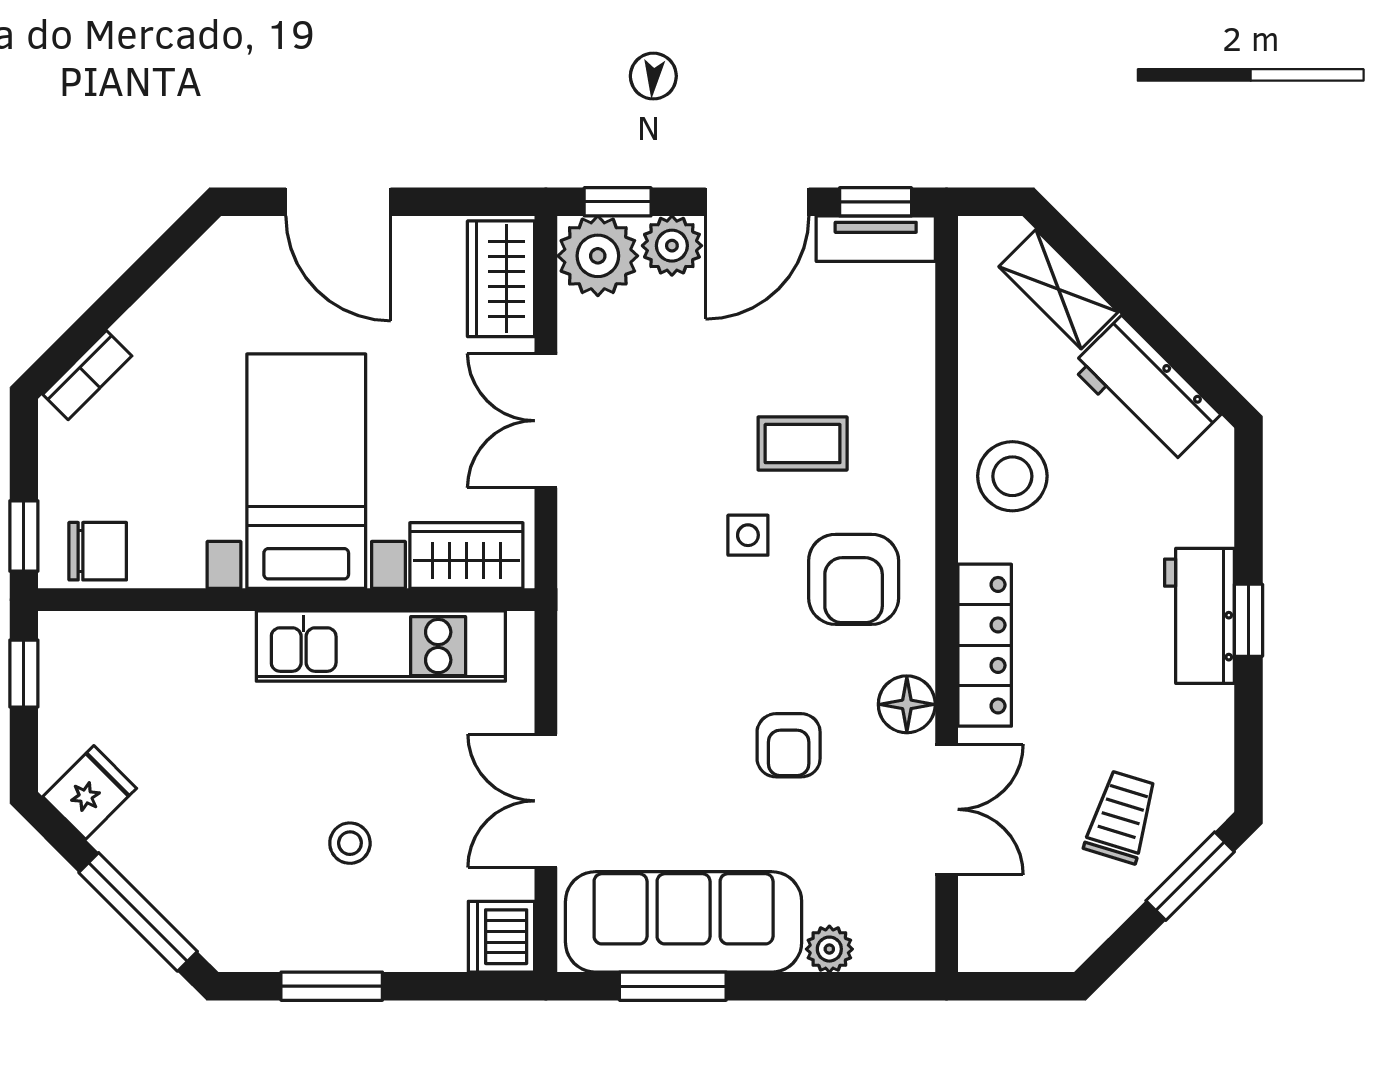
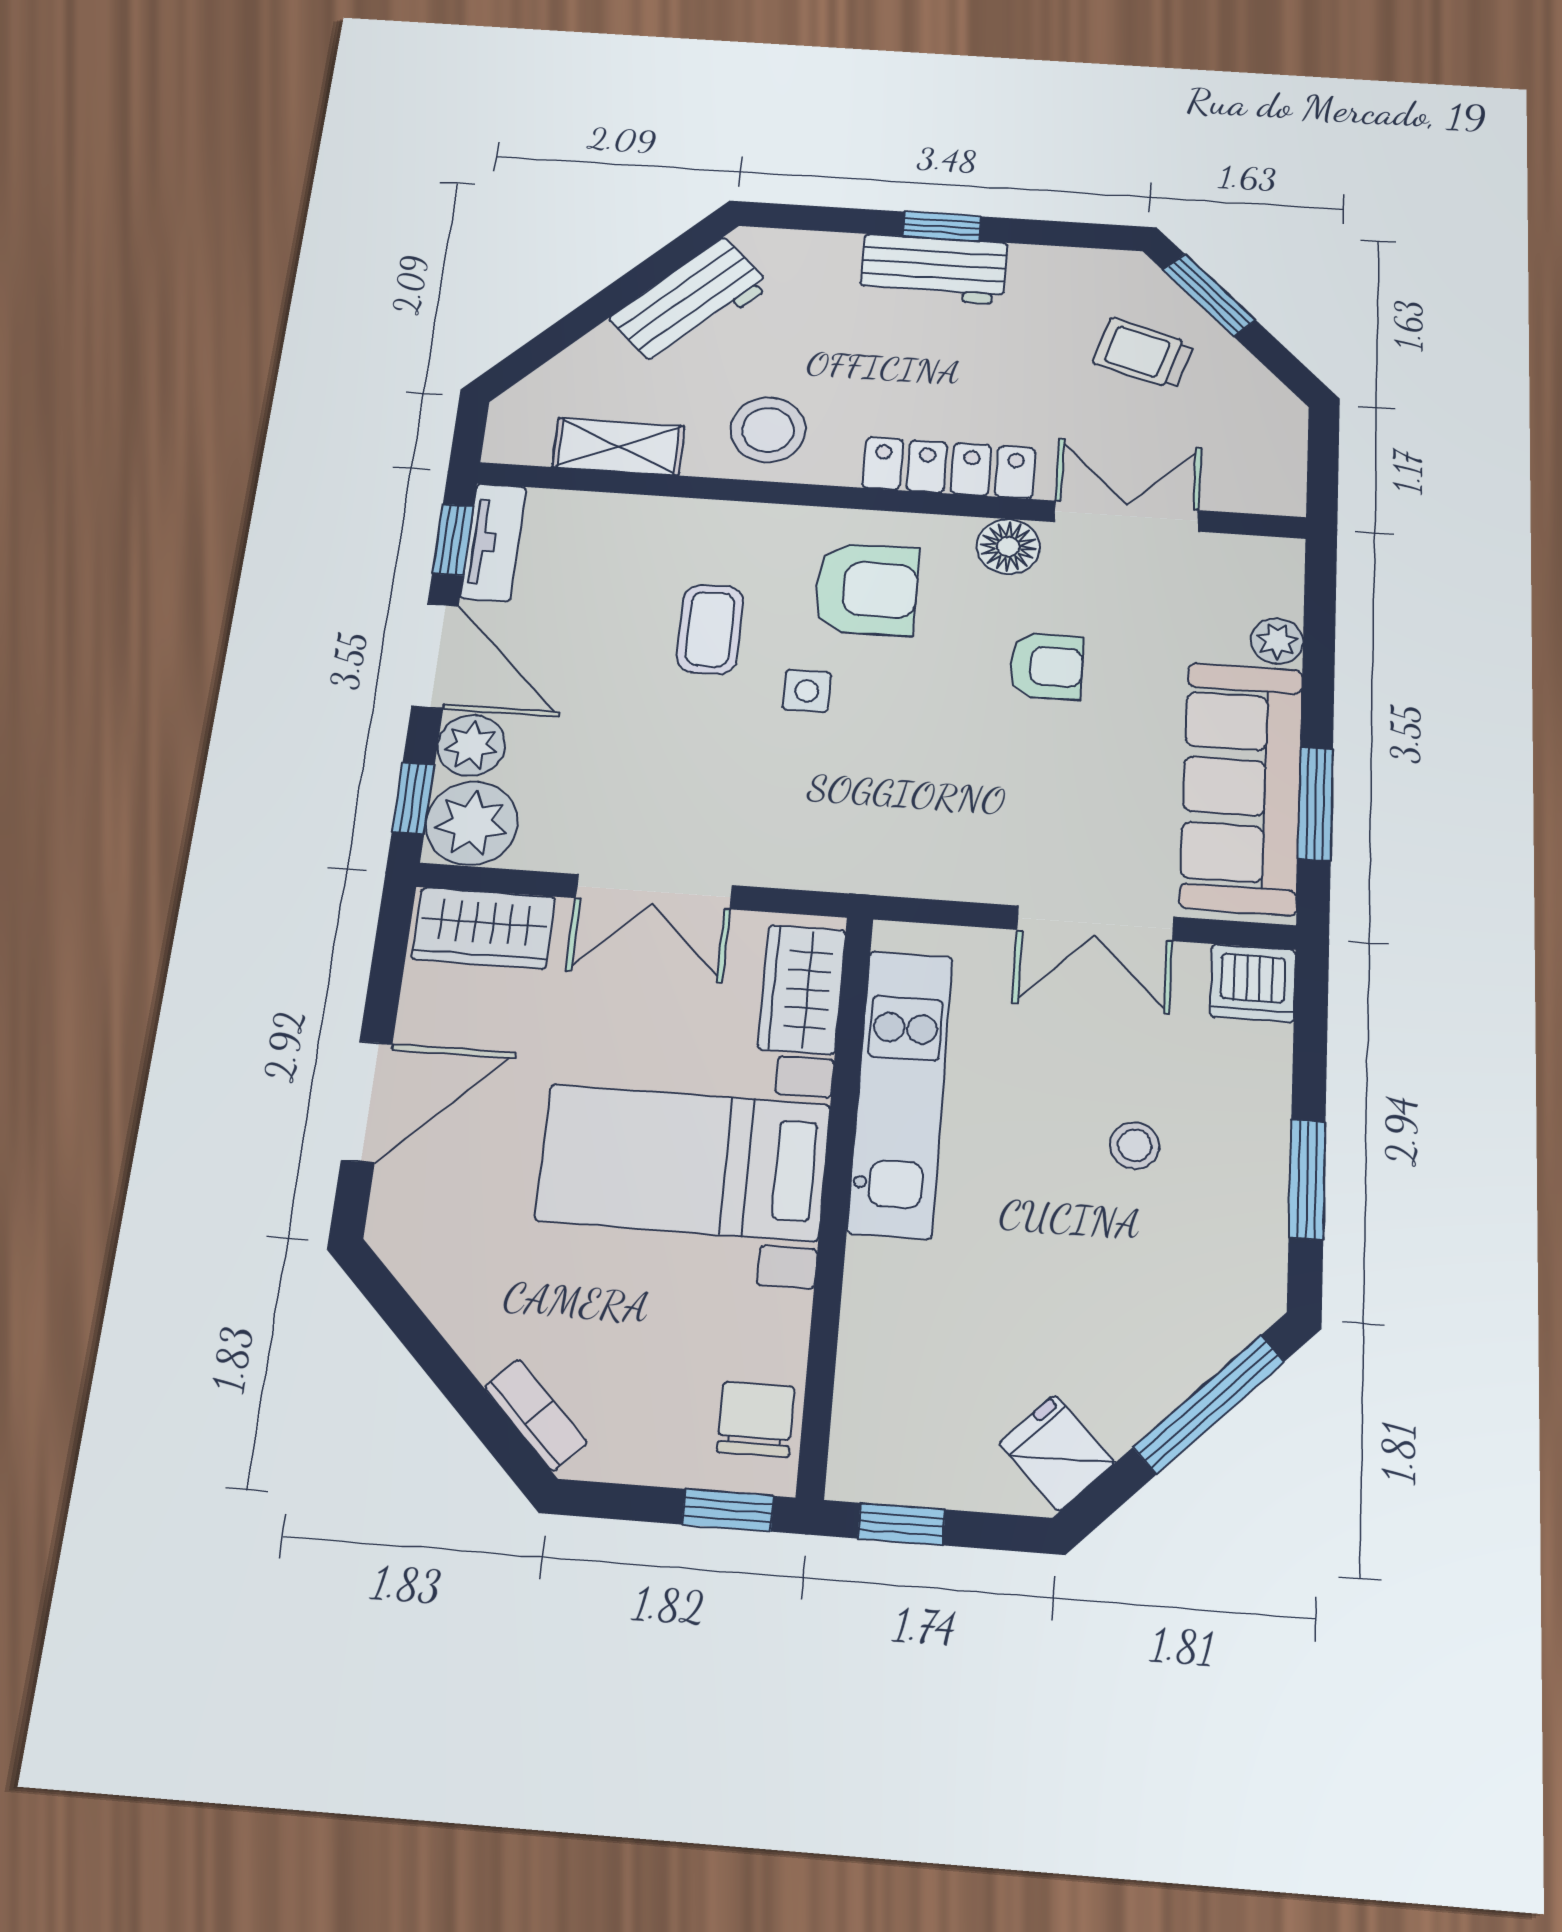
shelving: (1059, 289) -> (618, 447), moved, turned 45

